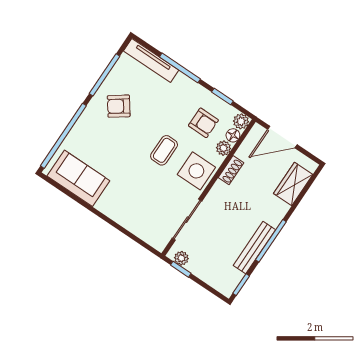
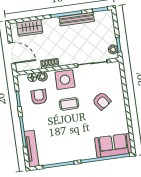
armchair: (119, 106) -> (102, 101), moved
plant: (241, 121) -> (22, 80), removed
sofa: (78, 178) -> (113, 145), moved, turned 90

